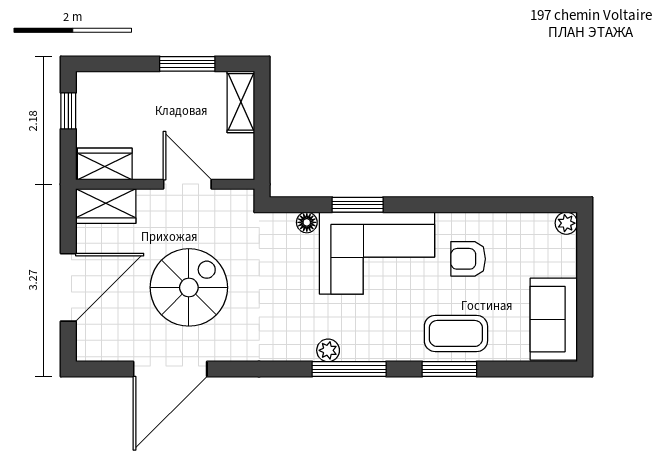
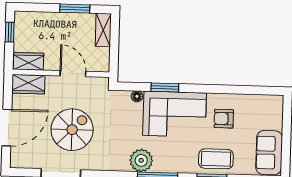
plant: (566, 223) -> (277, 101), removed
plant: (328, 350) -> (141, 160), width x1.88, depth x1.88

